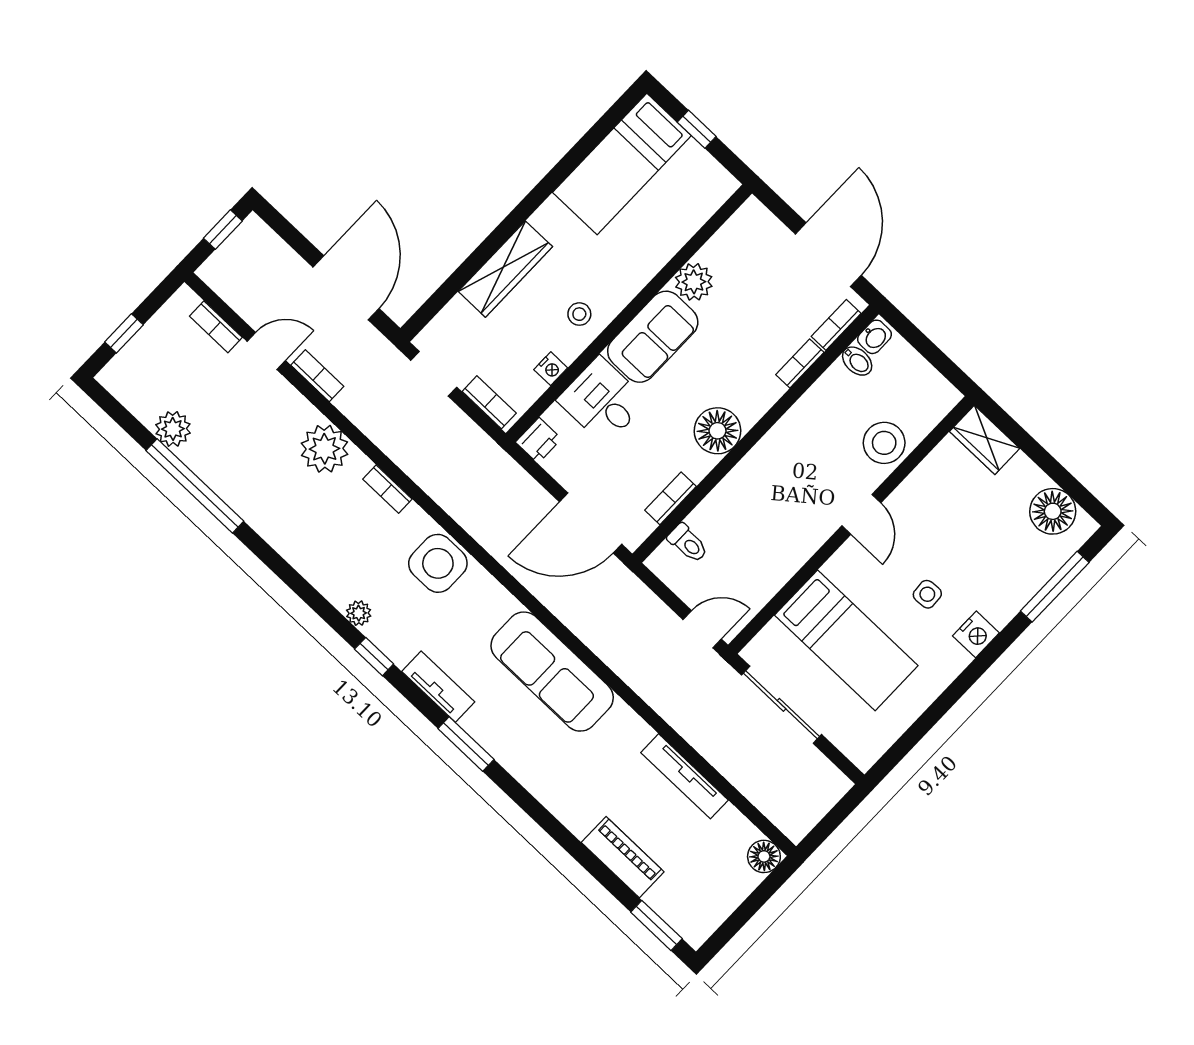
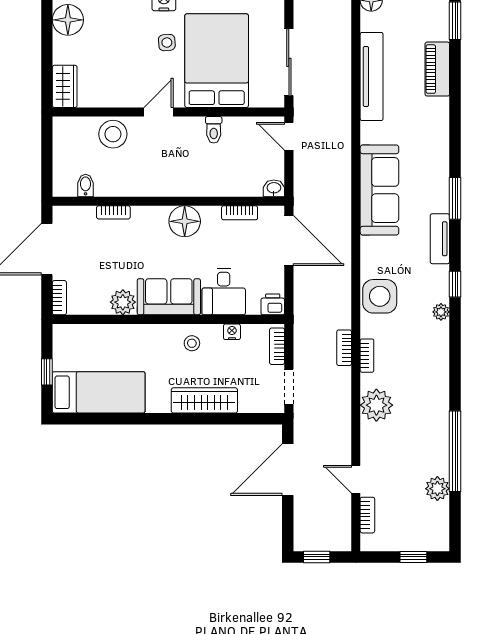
bookcase: (836, 325) -> (59, 298), moved, turned -90
washbasin: (875, 337) -> (274, 188), moved
bookcase: (317, 376) -> (344, 348), moved
toilet: (688, 543) -> (214, 130), moved, turned 180
bed: (846, 640) -> (217, 61), width x1.50
tv unit: (684, 776) -> (372, 76), width x1.36, depth x1.29

